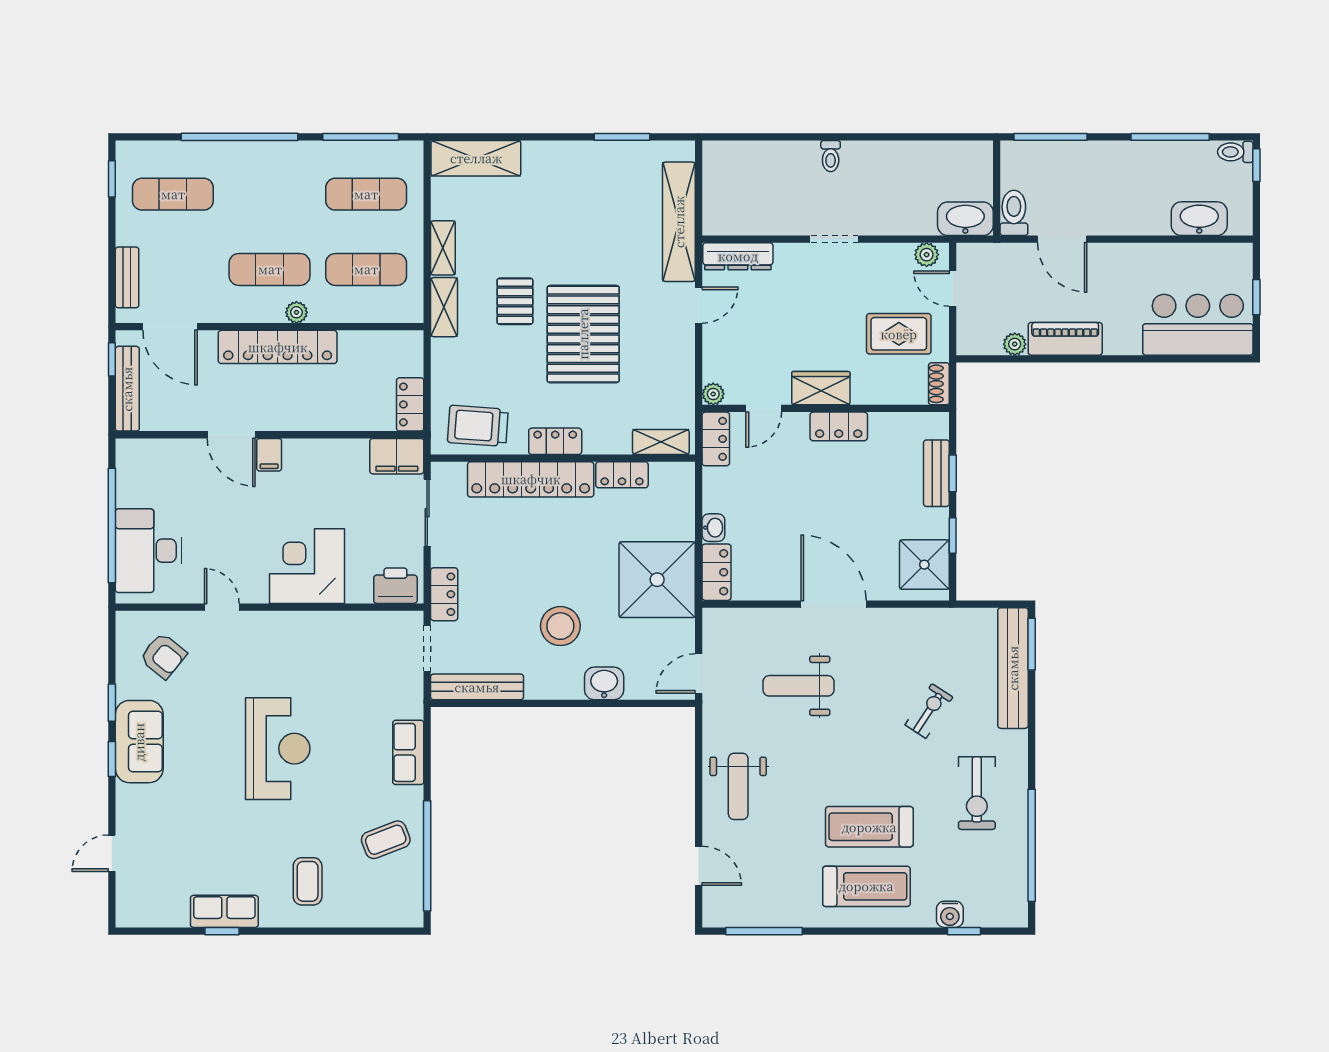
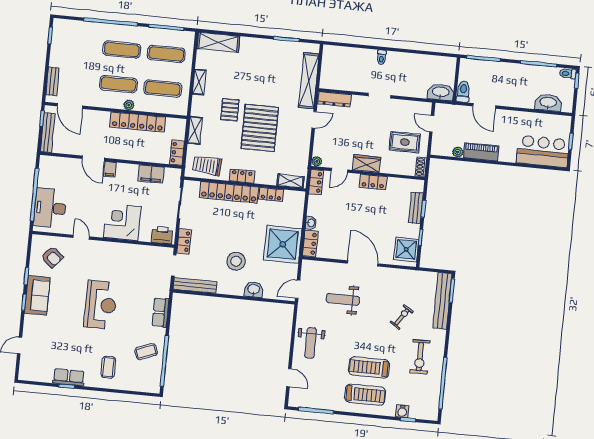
exercise mat: (173, 194) -> (122, 50), moved
plant: (927, 255) -> (421, 107), removed
shelving: (444, 307) -> (195, 130), moved
locker: (278, 347) -> (138, 122), moved
filing cabinet: (397, 456) -> (151, 174), moved

